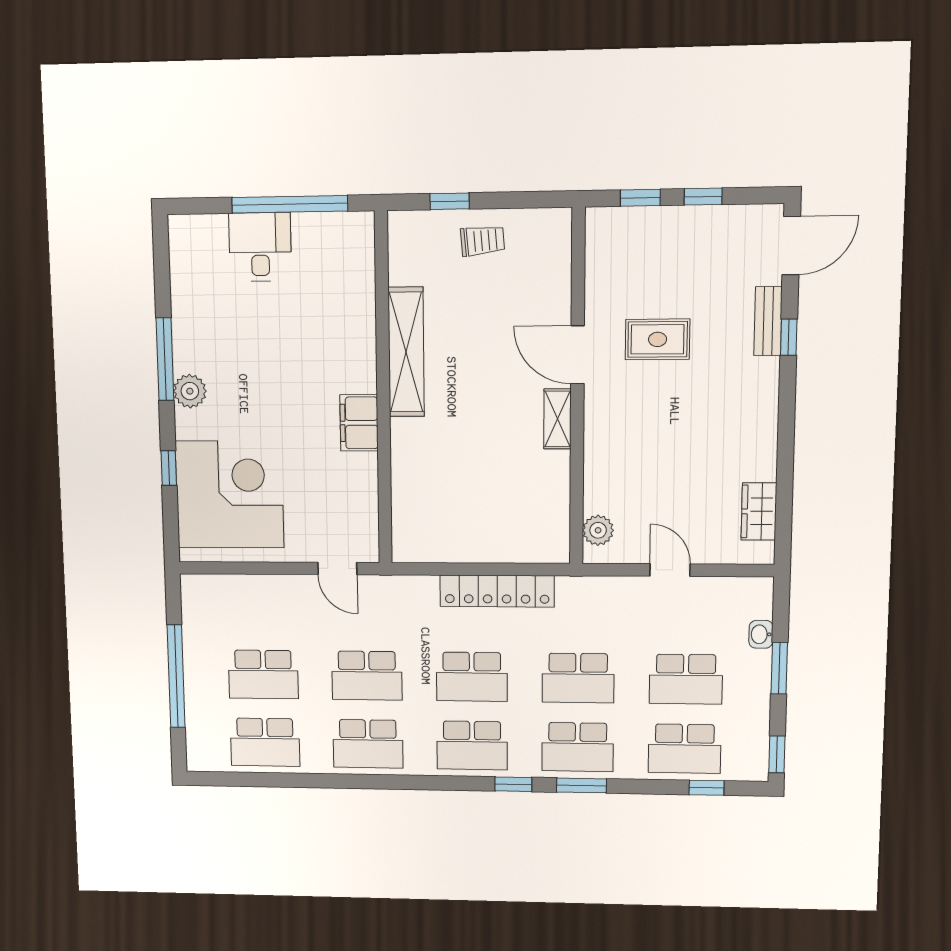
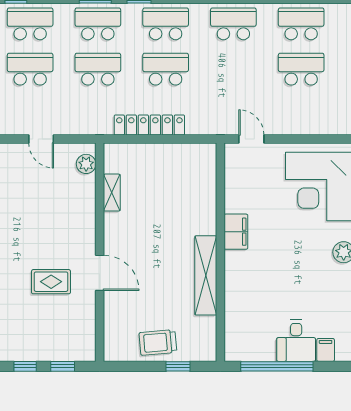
filing cabinet: (213, 233) -> (326, 350), added
trolley: (483, 241) -> (158, 342), width x1.36, depth x1.39
shelving: (557, 419) -> (112, 193), moved
school desk: (367, 676) -> (233, 69), removed

